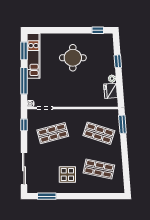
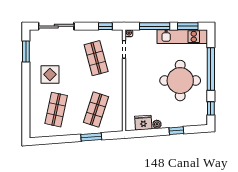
window: (63, 30) -> (211, 69), added
round table: (73, 58) -> (180, 81), width x1.36, depth x1.36
window: (122, 124) -> (91, 137), moved

